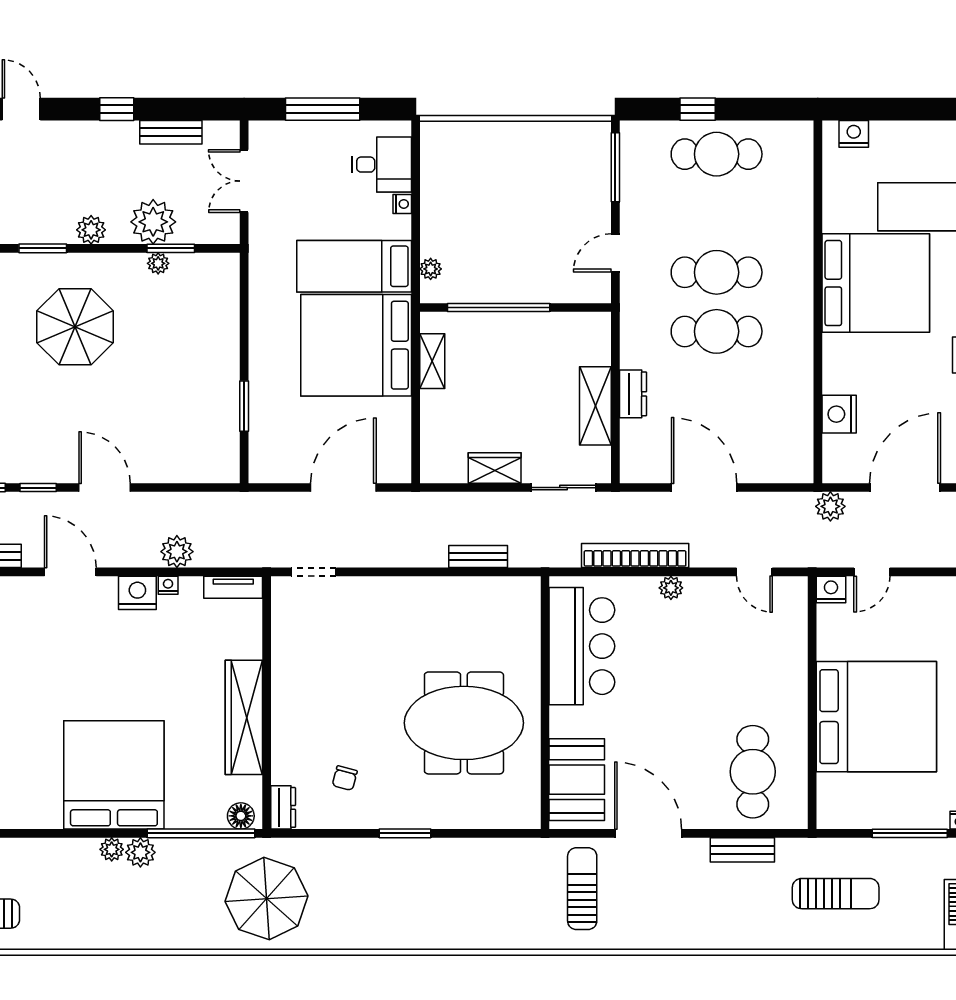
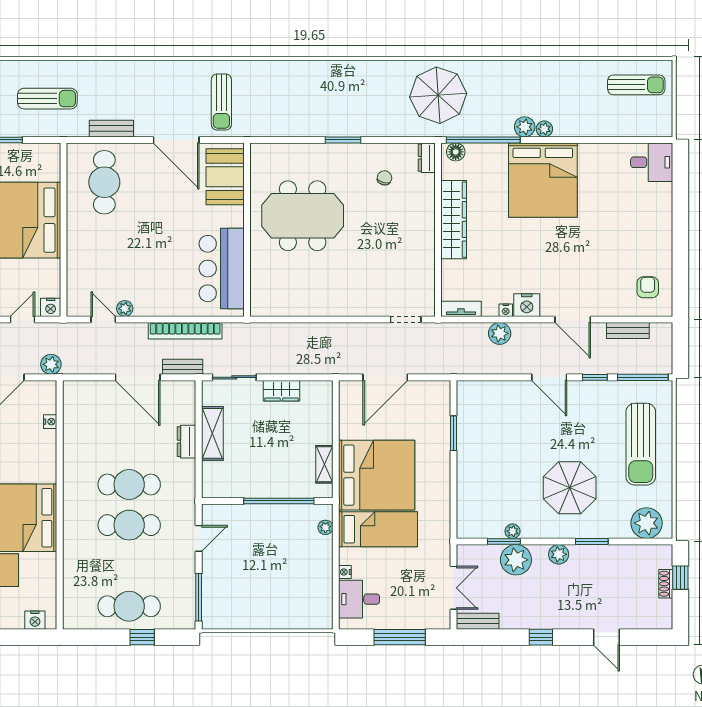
bench: (171, 132) -> (478, 621), moved
nightstand: (839, 414) -> (50, 422), width x0.53, depth x0.56
bench: (478, 556) -> (183, 367), moved
plant: (671, 588) -> (125, 309), moved
sun lounger: (836, 894) -> (47, 99), turned 180

